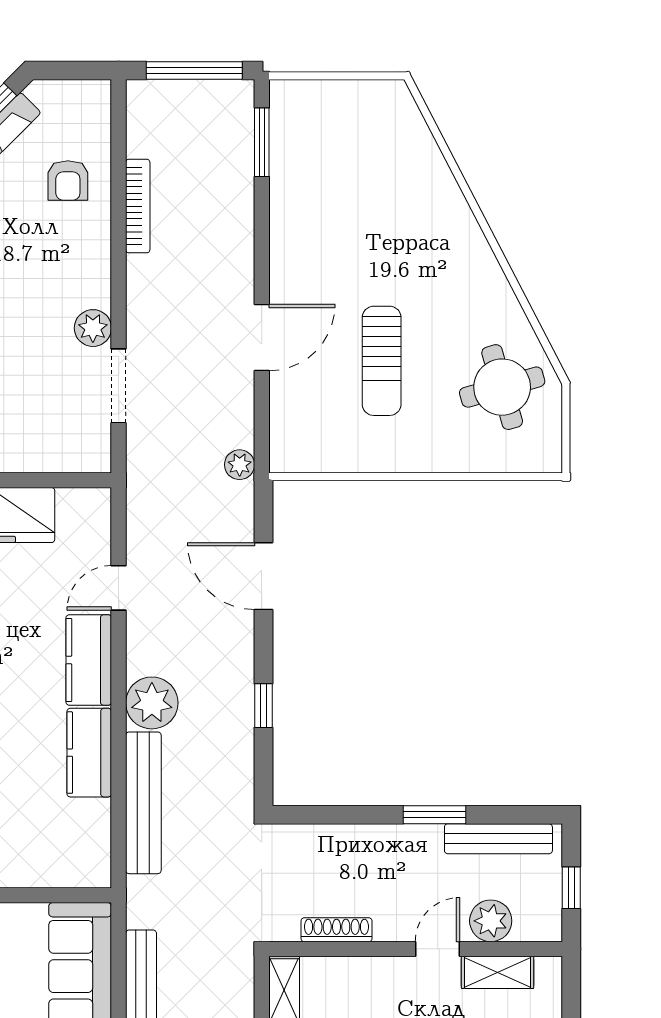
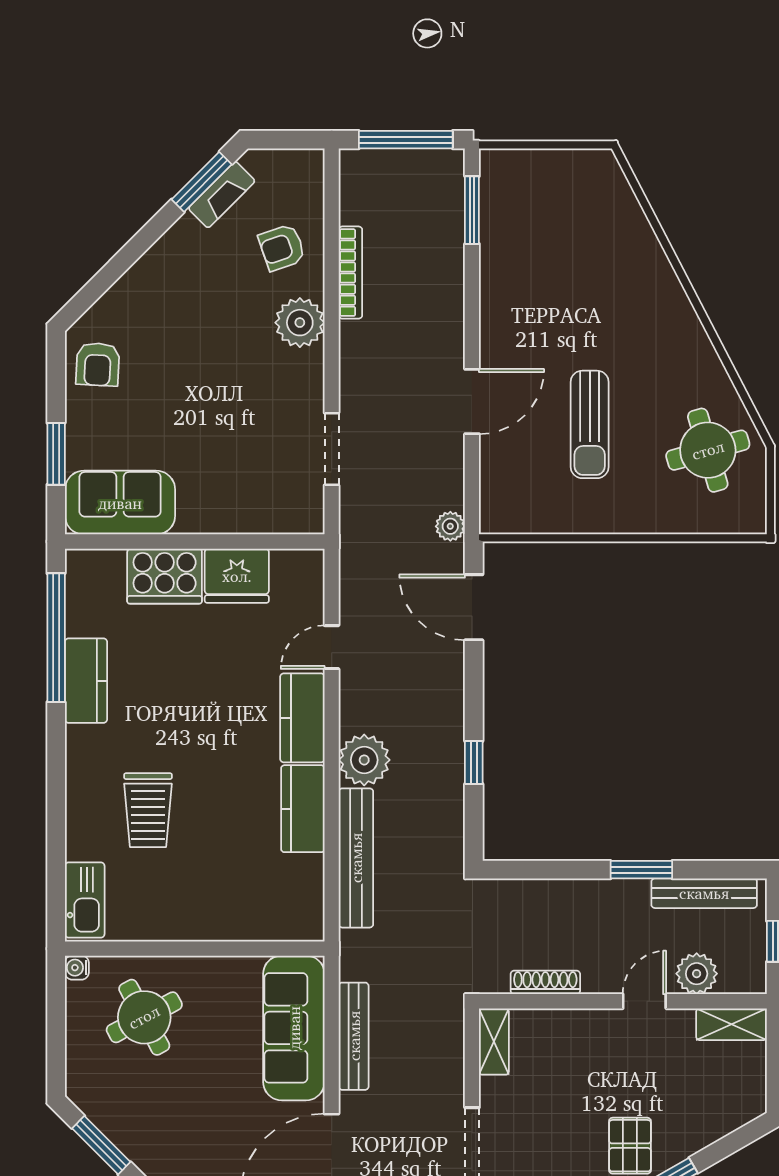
armchair: (68, 180) -> (282, 247), turned 71
plant: (93, 328) -> (300, 323), moved, width x1.36, depth x1.36
door: (263, 576) -> (474, 607), moved
shelving: (497, 972) -> (731, 1024), moved

